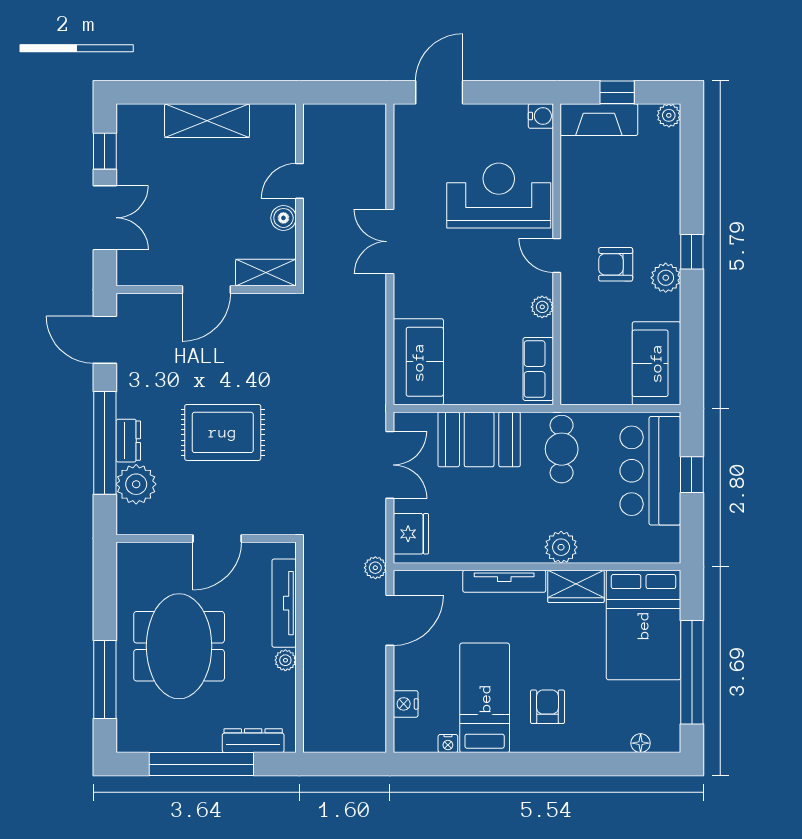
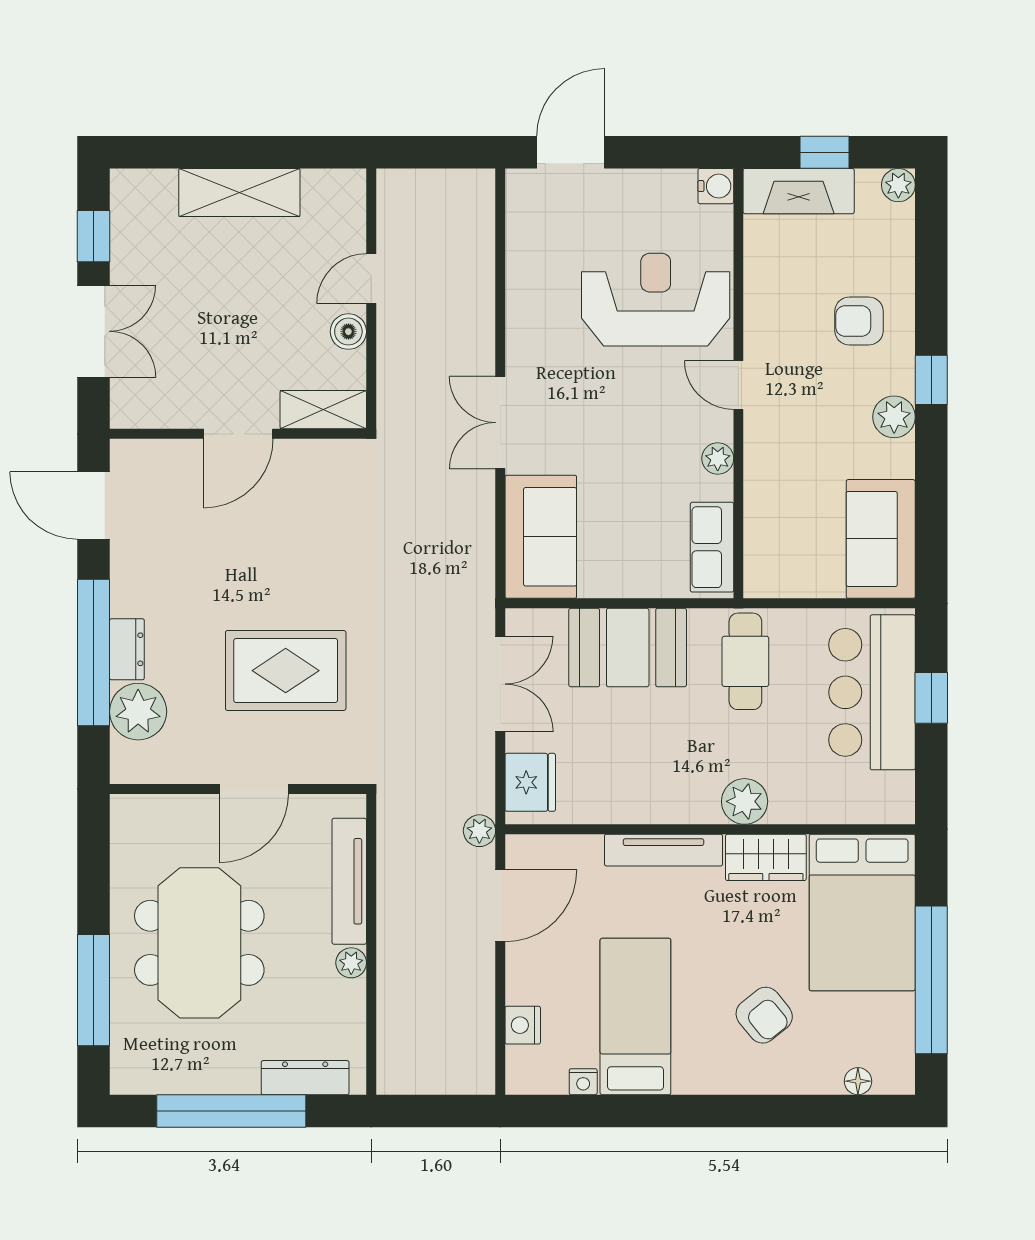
double door: (390, 242) -> (500, 423), moved
armchair: (616, 264) -> (859, 321), moved
rug: (223, 432) -> (286, 671), moved
armchair: (547, 707) -> (764, 1015), moved, turned 141

